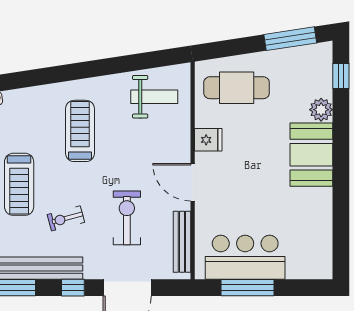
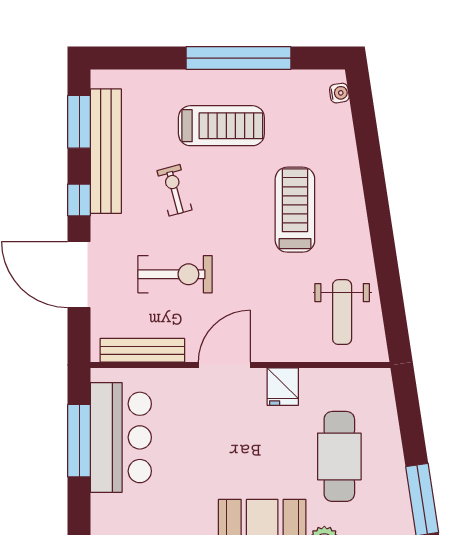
cafe table: (237, 88) -> (339, 456), moved
treadmill: (80, 131) -> (295, 210), turned -90
treadmill: (19, 184) -> (221, 126), turned 180

